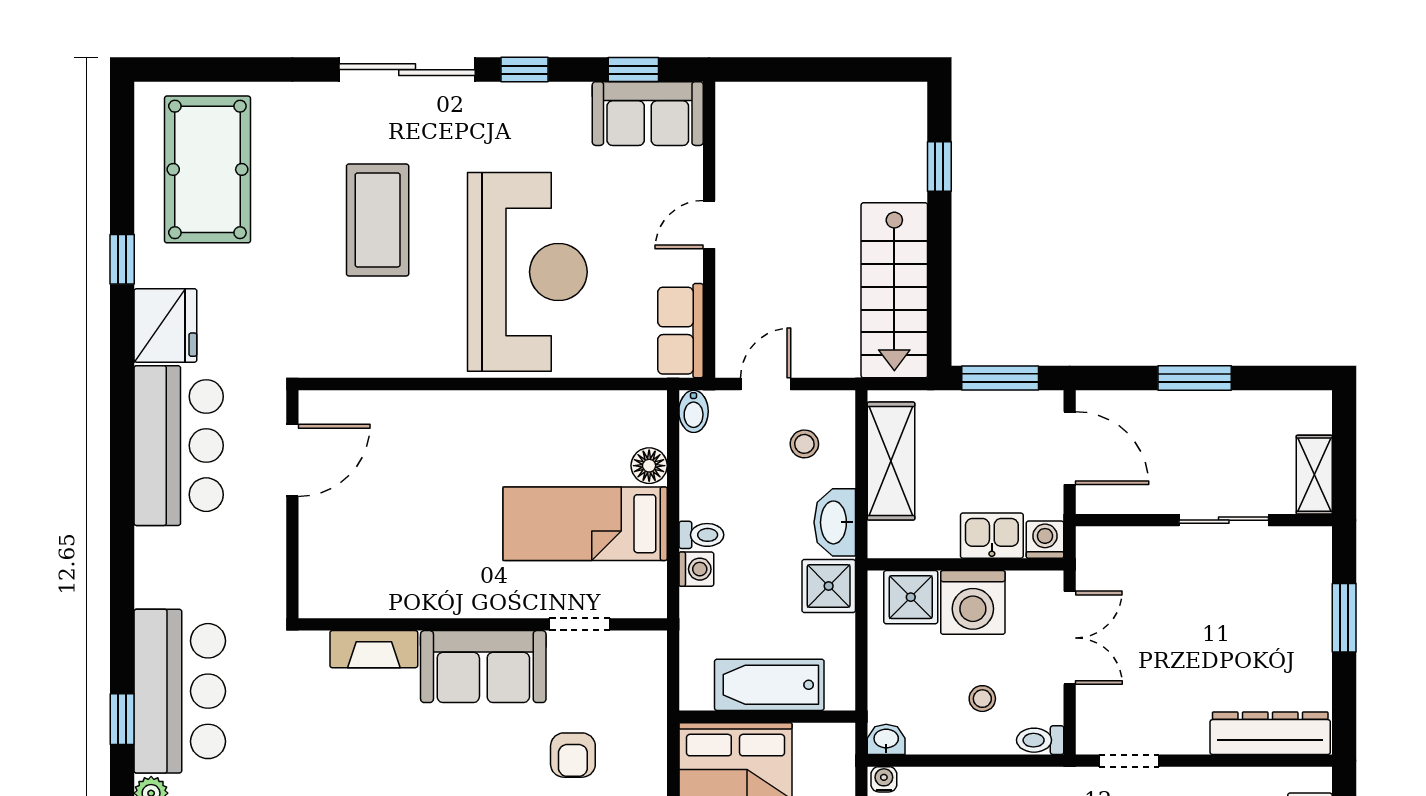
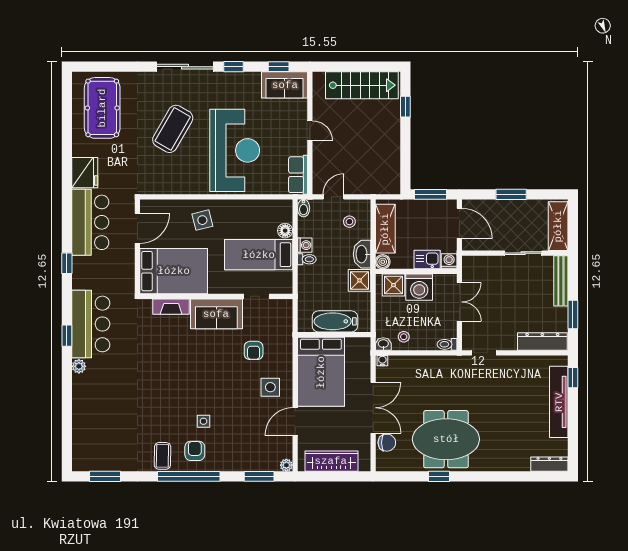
coffee table: (378, 220) -> (173, 129), turned 30
door: (709, 225) -> (310, 131), swing flipped
window: (122, 259) -> (67, 263), moved
stairs: (894, 290) -> (362, 85), moved, turned -90
side table: (449, 440) -> (202, 220), added
shelving: (1314, 475) -> (558, 226), width x1.50, depth x1.33
boiler: (885, 541) -> (383, 262), added
bed: (380, 563) -> (174, 271), added
washing machine: (696, 569) -> (305, 245), moved
bench: (1315, 587) -> (561, 281), added
window: (1344, 618) -> (573, 314), moved
stool: (982, 699) -> (404, 337), moved

